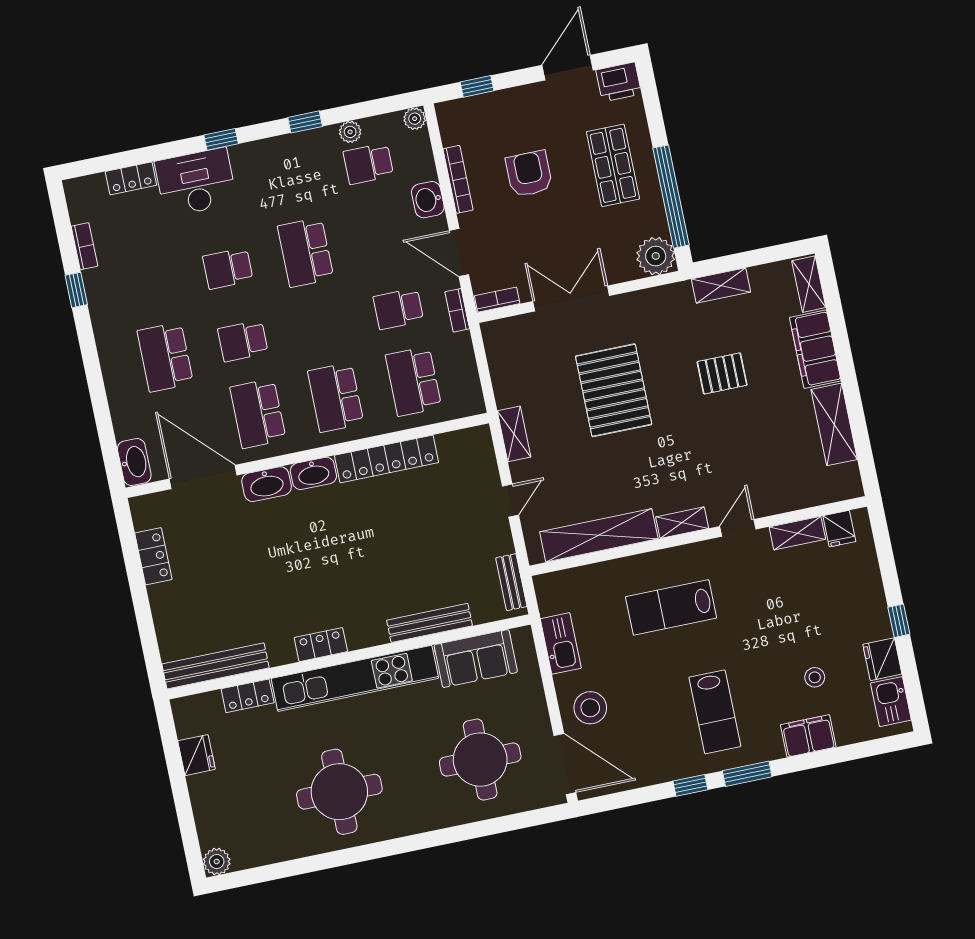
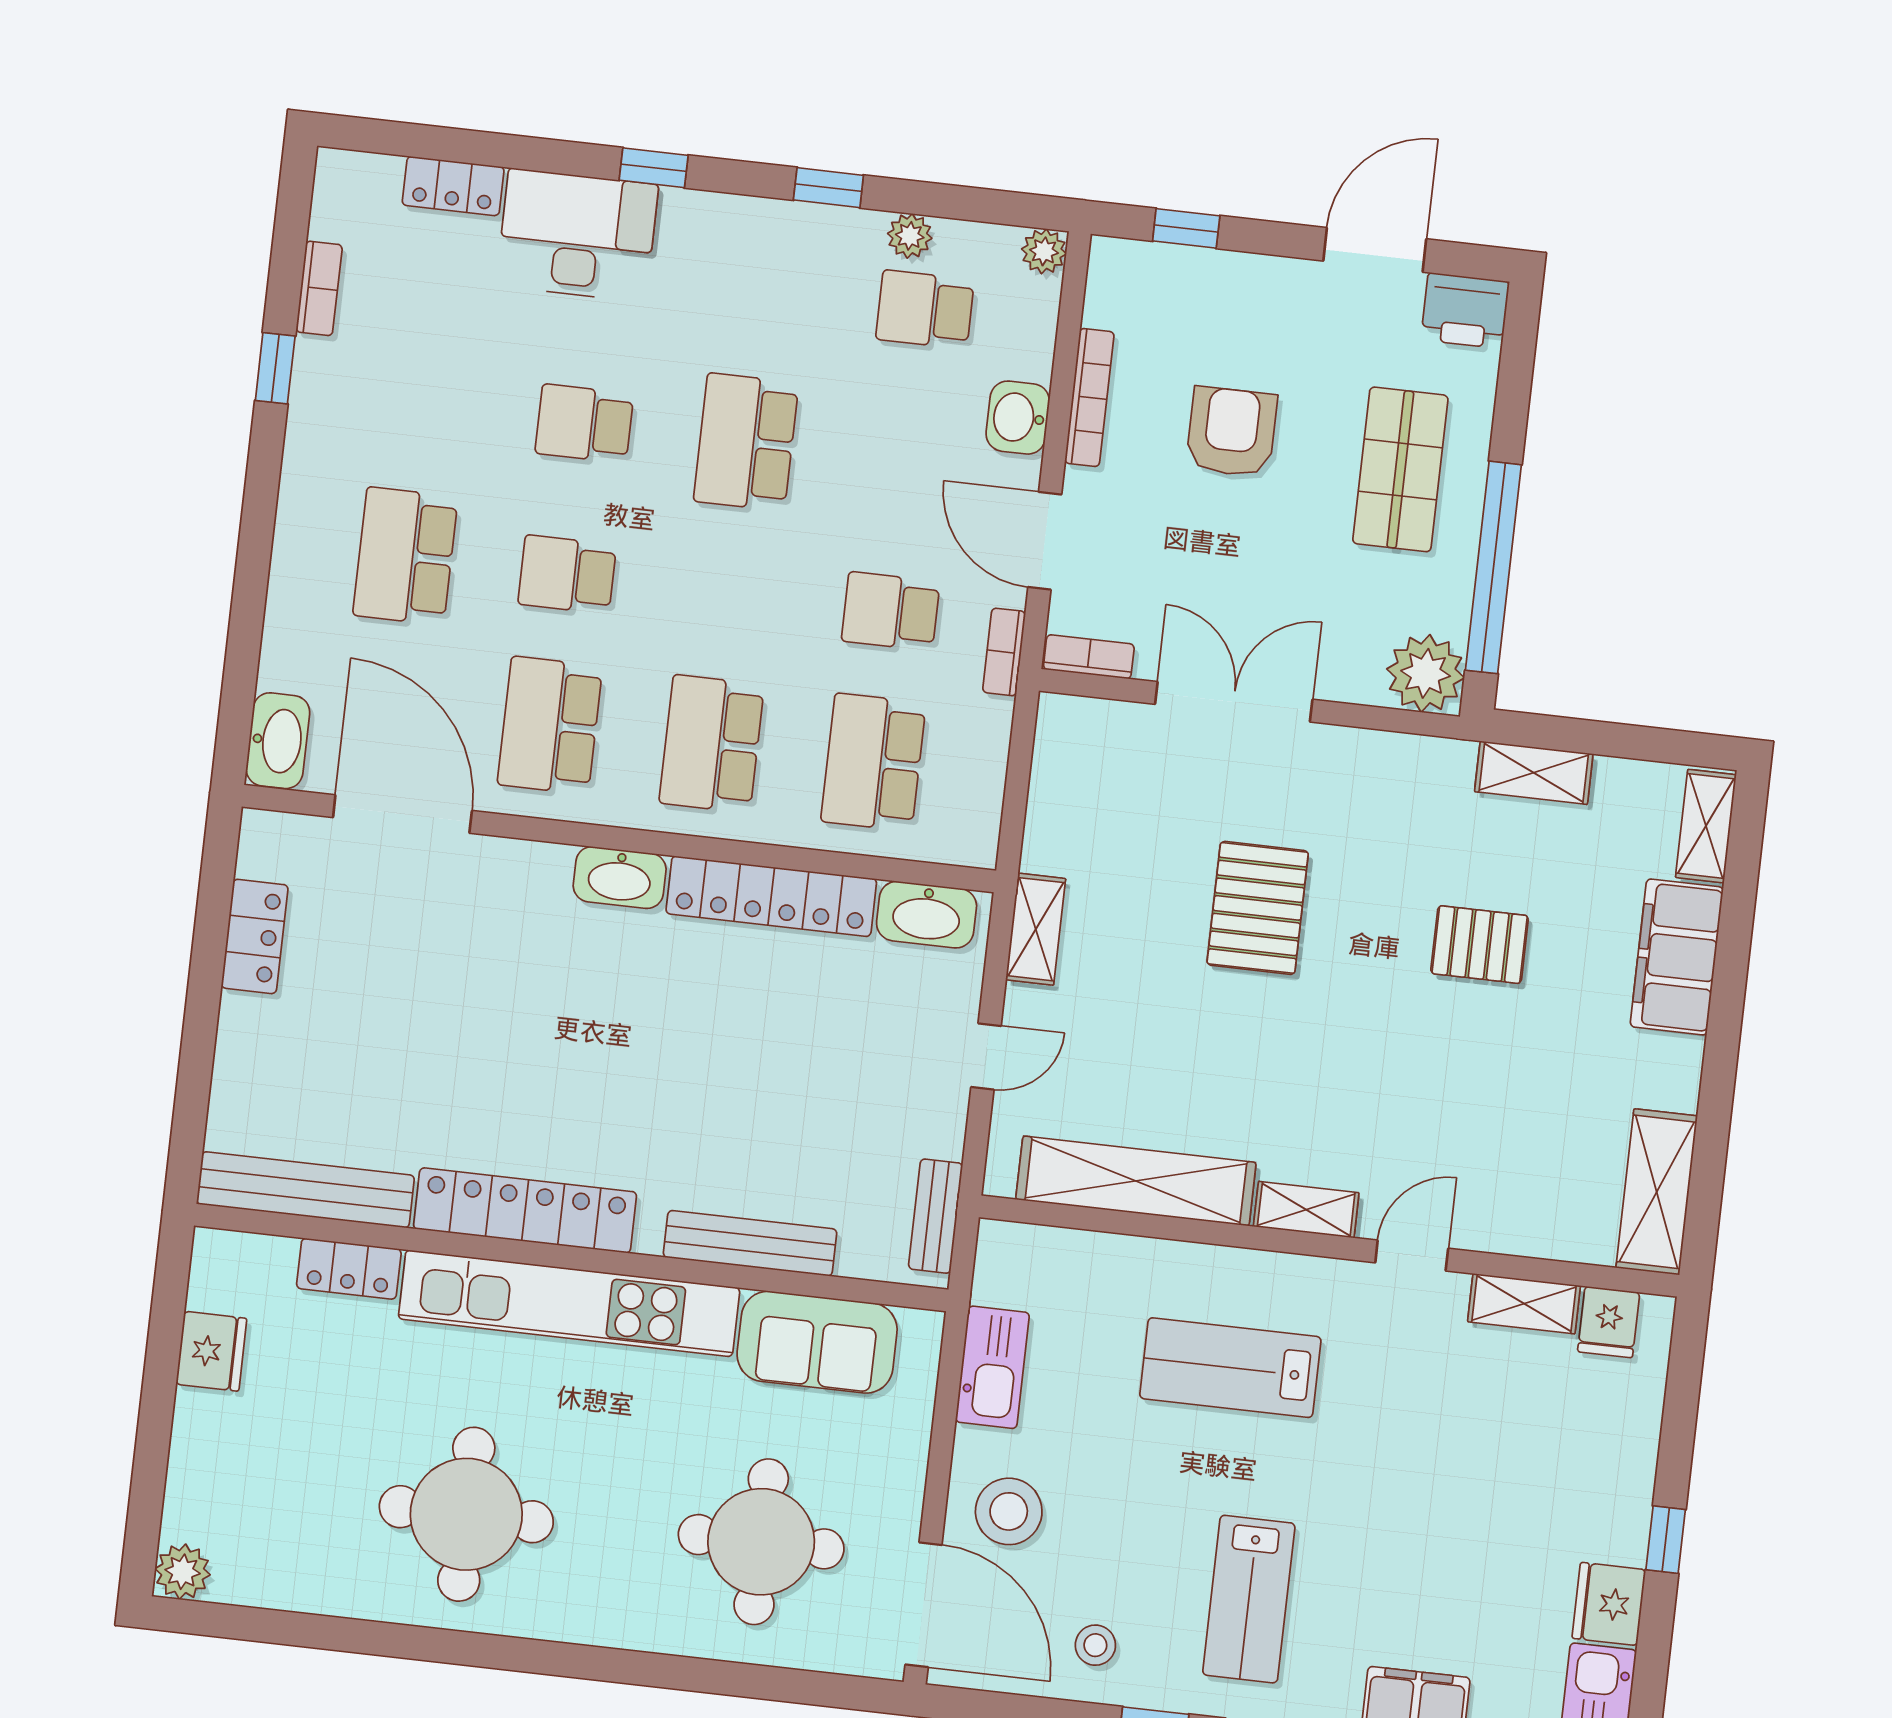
pallet: (614, 390) -> (1258, 908), width x0.73, depth x0.71
shelving: (834, 424) -> (1657, 1192), moved
washbasin: (267, 484) -> (927, 915), moved
locker: (321, 645) -> (525, 1210), width x2.16, depth x1.21
stool: (815, 677) -> (1095, 1645), moved

